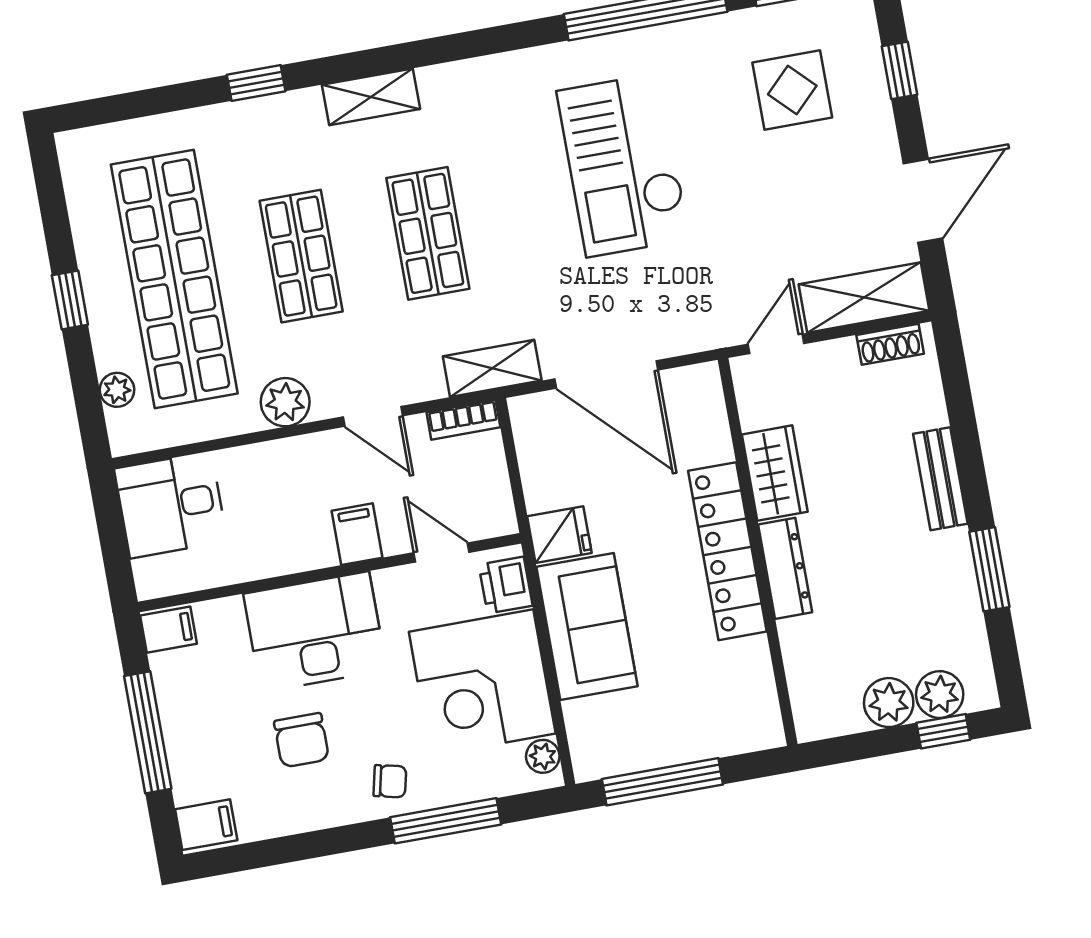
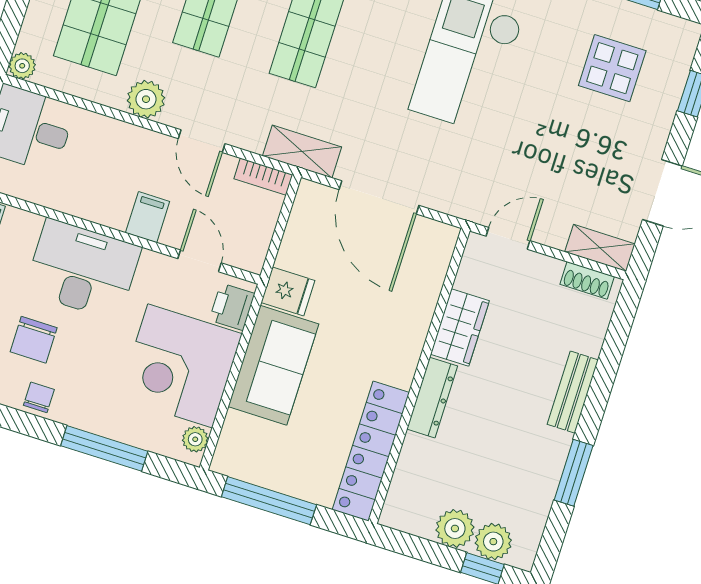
shelving: (864, 298) -> (600, 248), width x0.67, depth x0.75
plant: (117, 390) -> (22, 66), moved
locker: (727, 551) -> (371, 451), moved
chair: (390, 781) -> (39, 397), moved, turned -103

